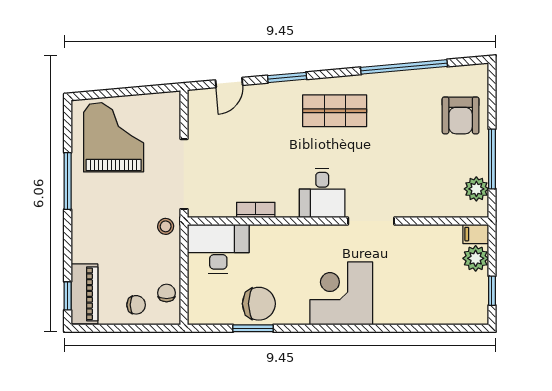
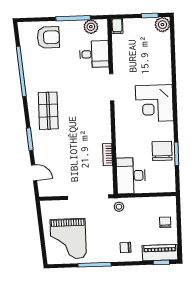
grand piano: (114, 137) -> (68, 239), turned -90
desk: (322, 193) -> (94, 54), moved
plant: (476, 258) -> (162, 25), moved
chair: (167, 293) -> (126, 247), moved

